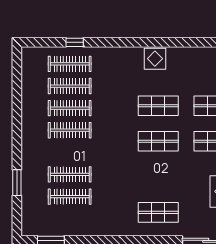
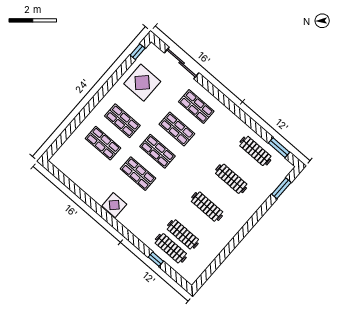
clothes rail: (70, 108) -> (195, 220), removed
shop shelf: (158, 177) -> (177, 129), added
window: (17, 183) -> (281, 188), moved
clothes rail: (70, 197) -> (255, 151), moved

